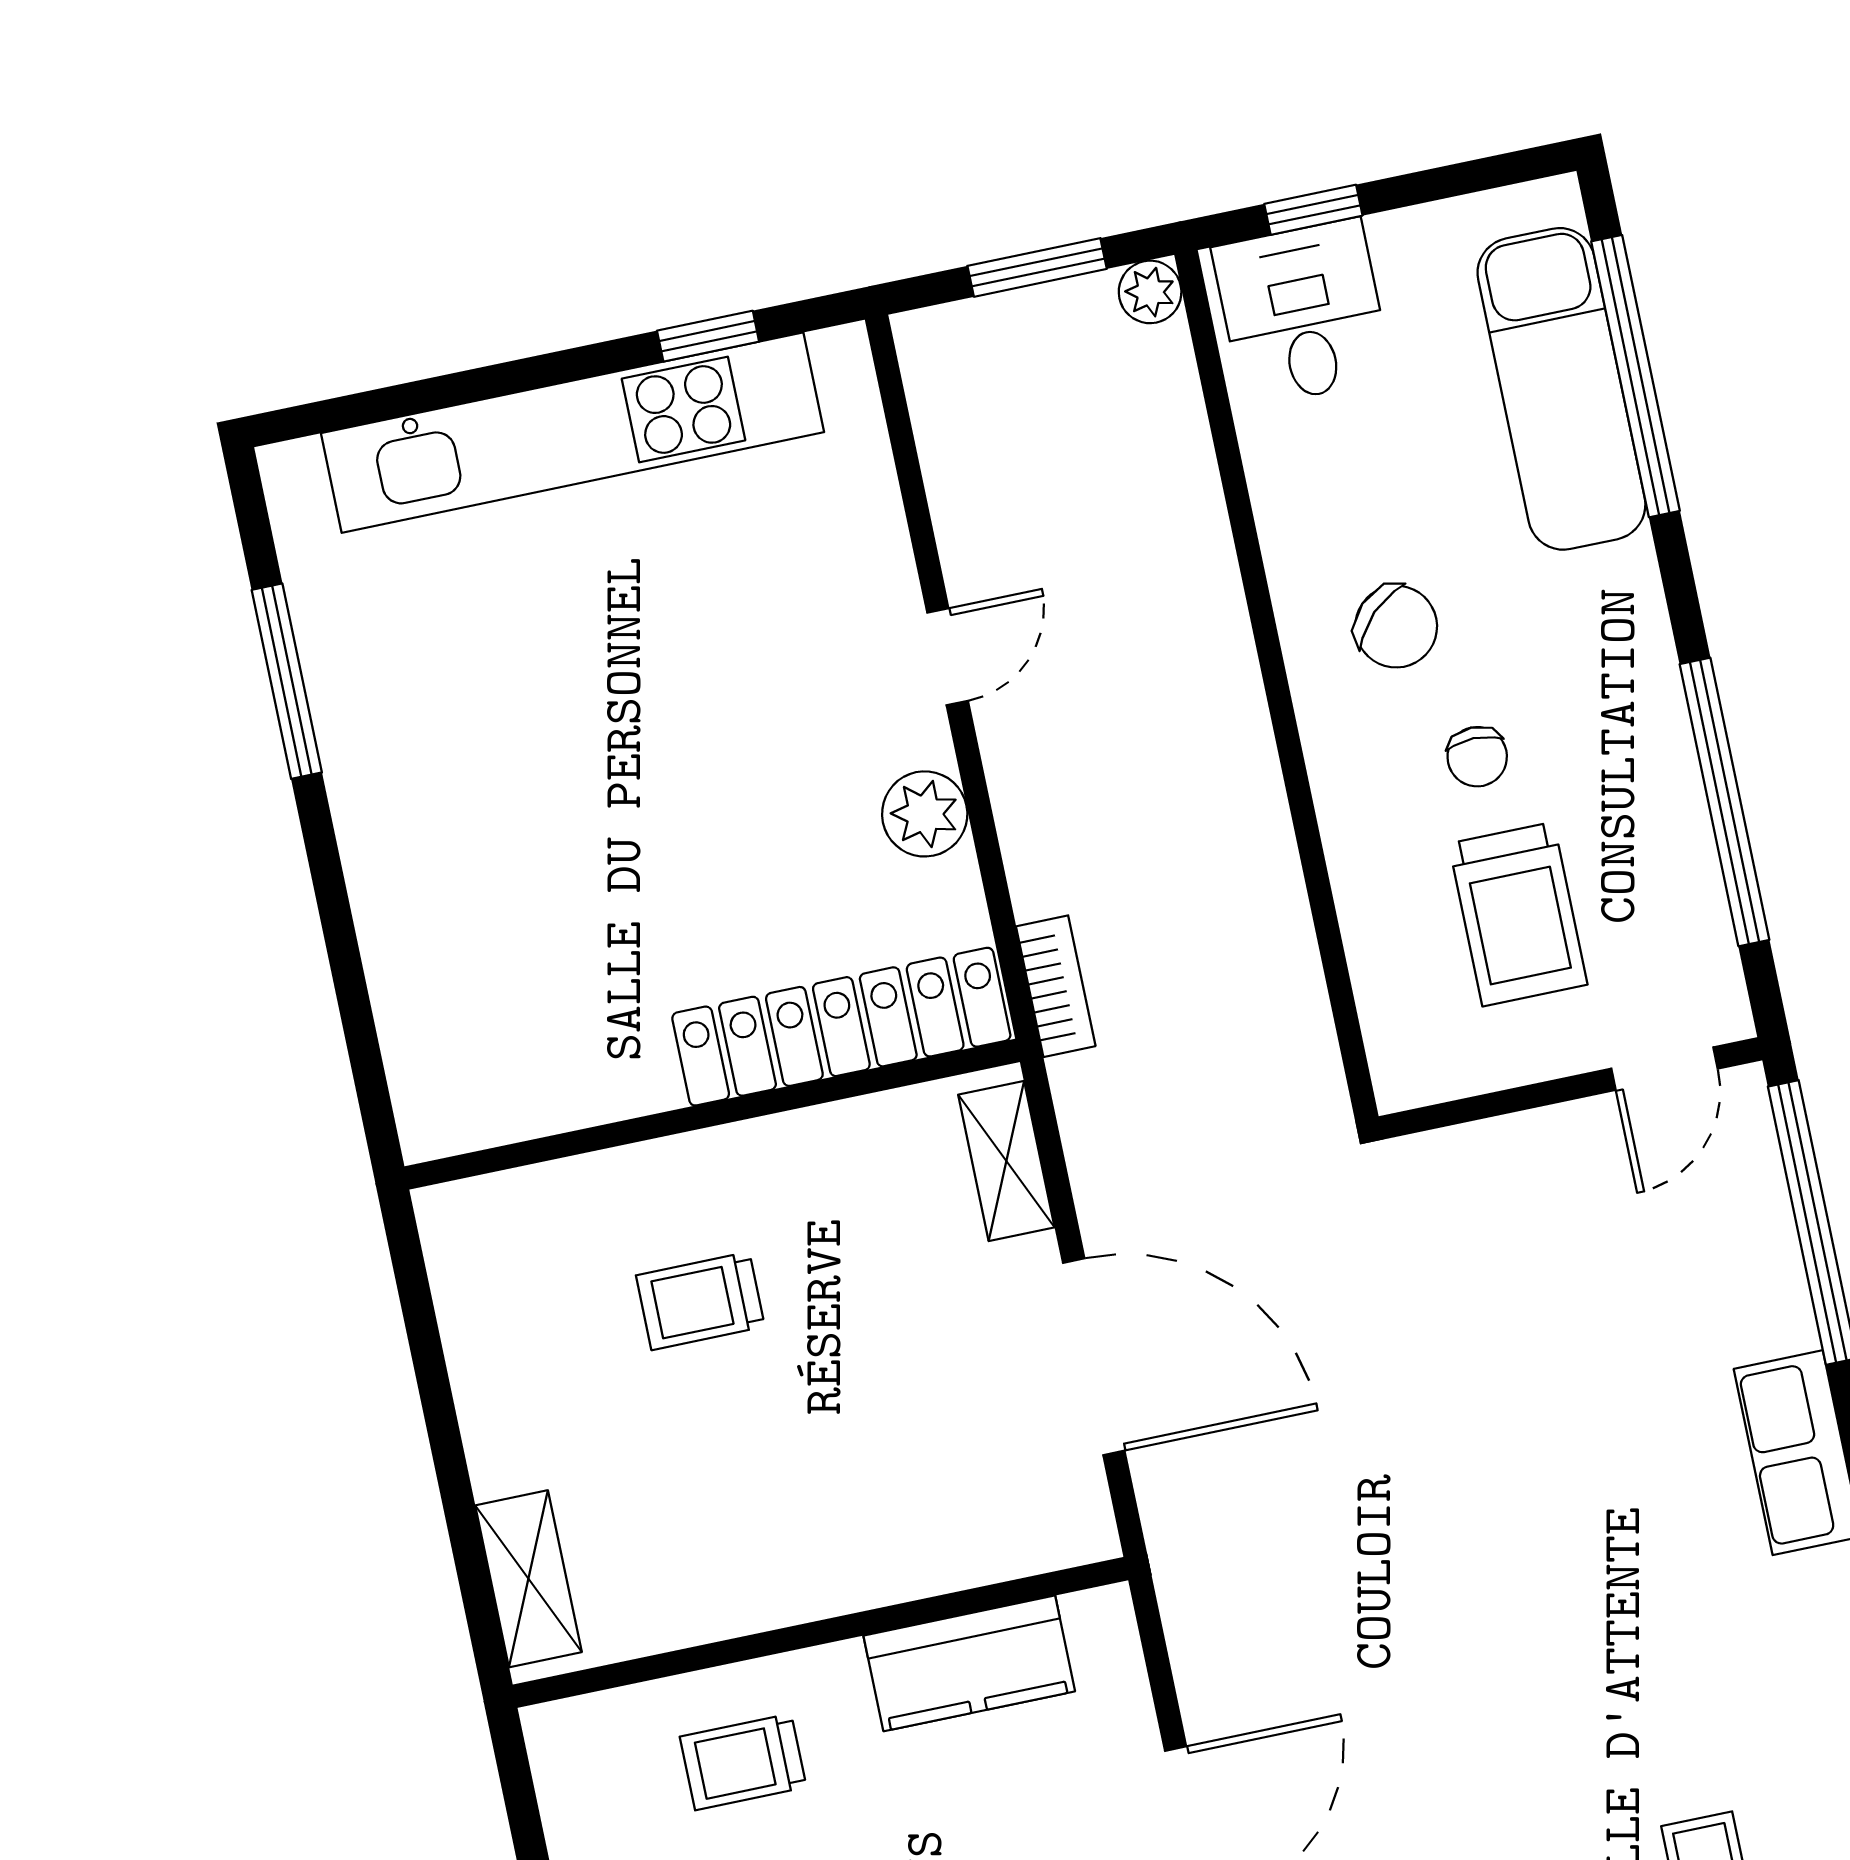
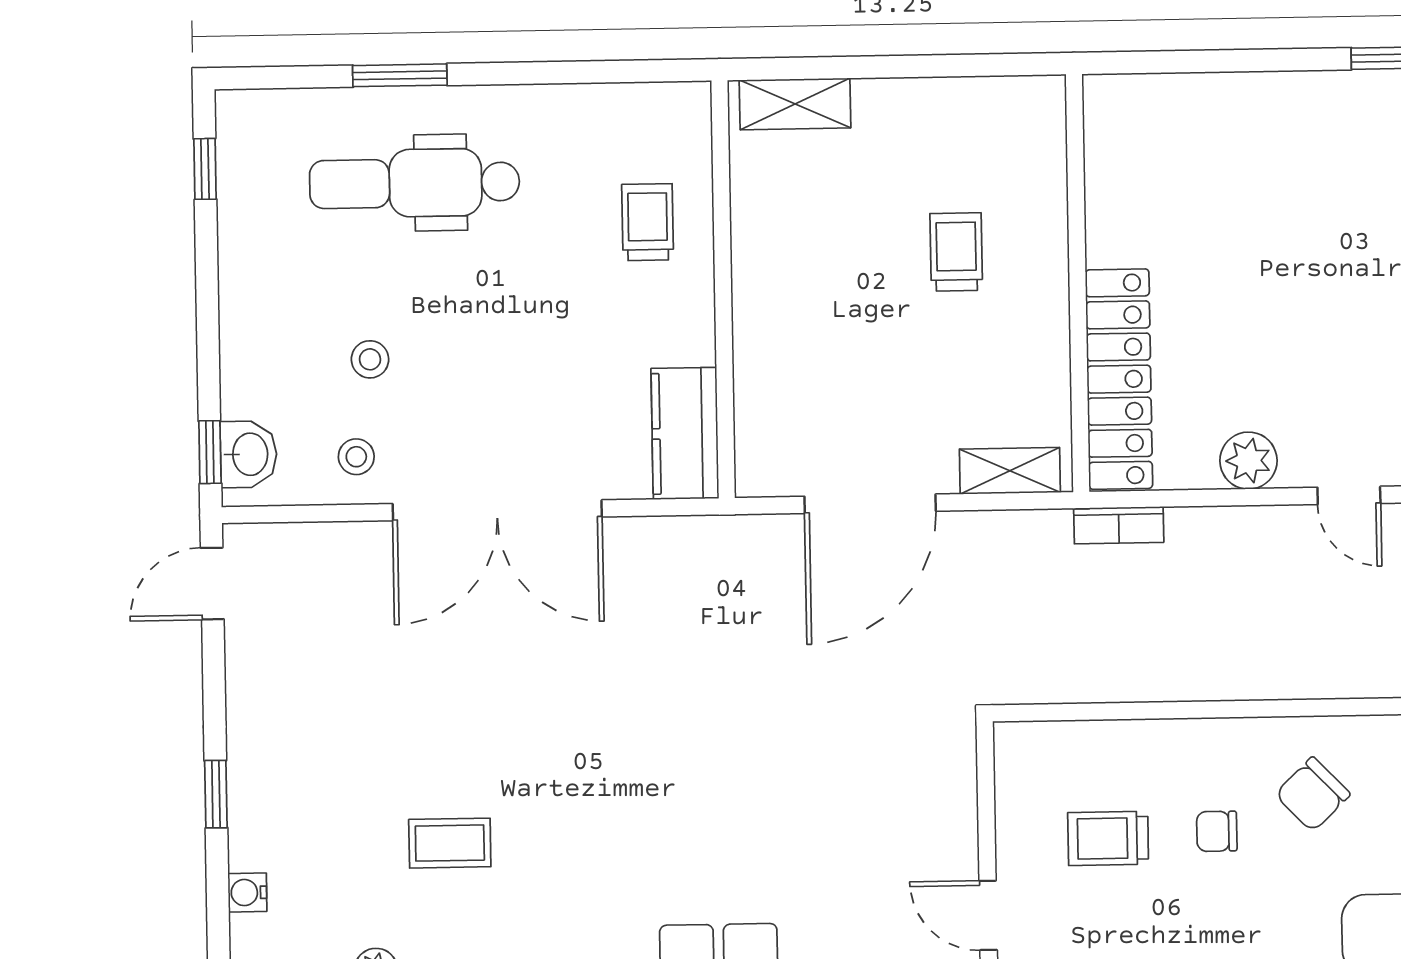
trolley: (1518, 914) -> (1108, 838), width x0.73, depth x0.72
kitchen counter: (969, 1663) -> (685, 433), moved

